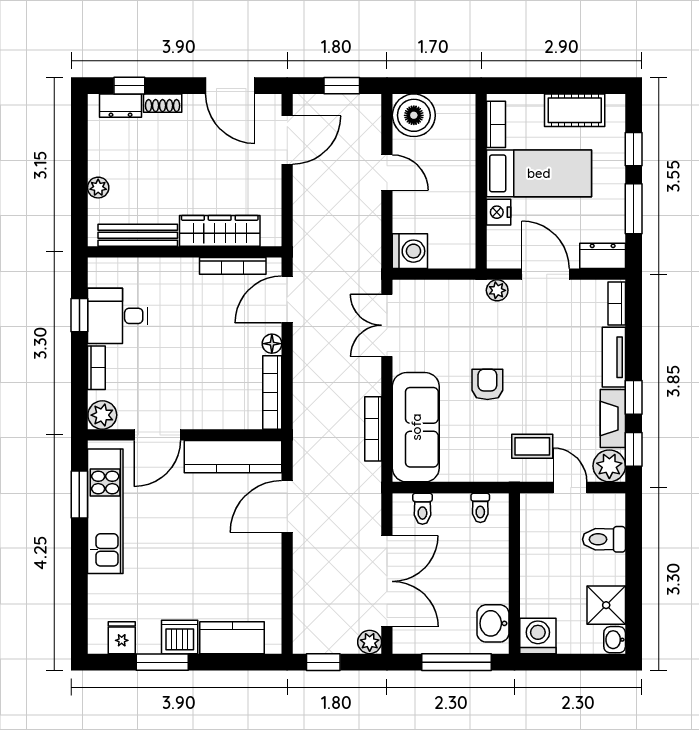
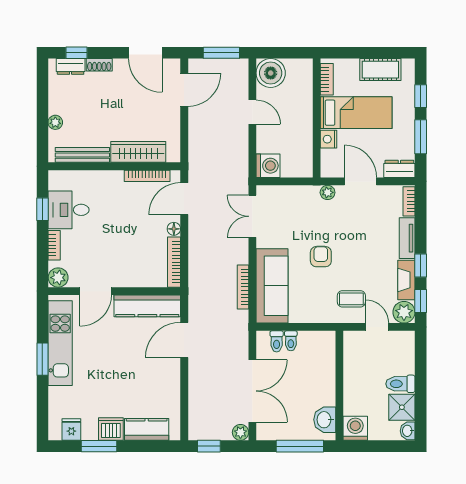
window: (342, 86) -> (221, 53), width x1.50
window: (79, 495) -> (42, 359), moved
toilet: (480, 508) -> (291, 341), moved
toilet: (604, 539) -> (400, 384), moved

